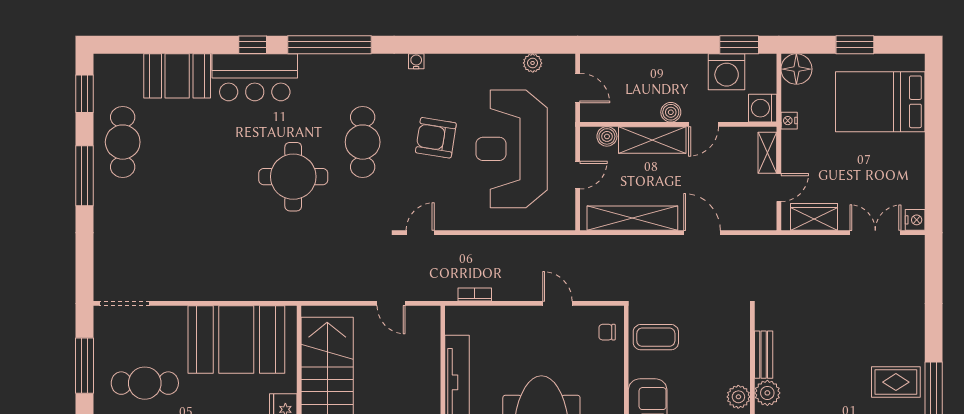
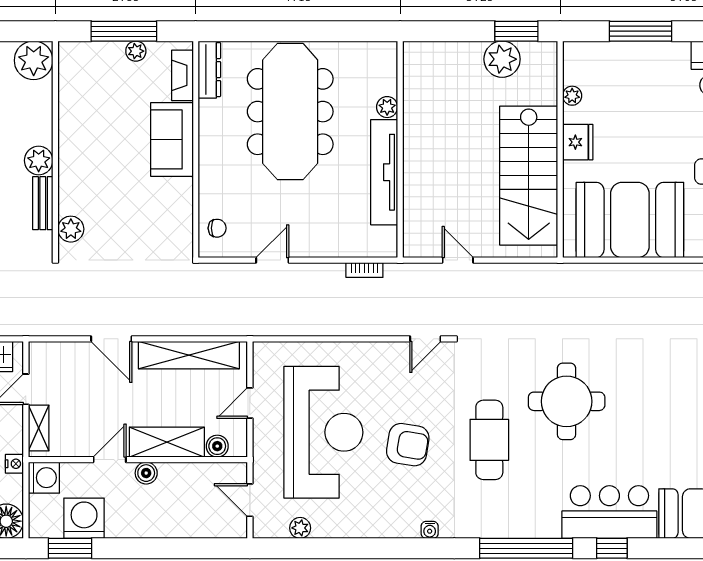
door: (557, 303) -> (272, 260), swing flipped
coffee table: (656, 337) -> (163, 223), removed
plant: (738, 397) -> (71, 229), moved

